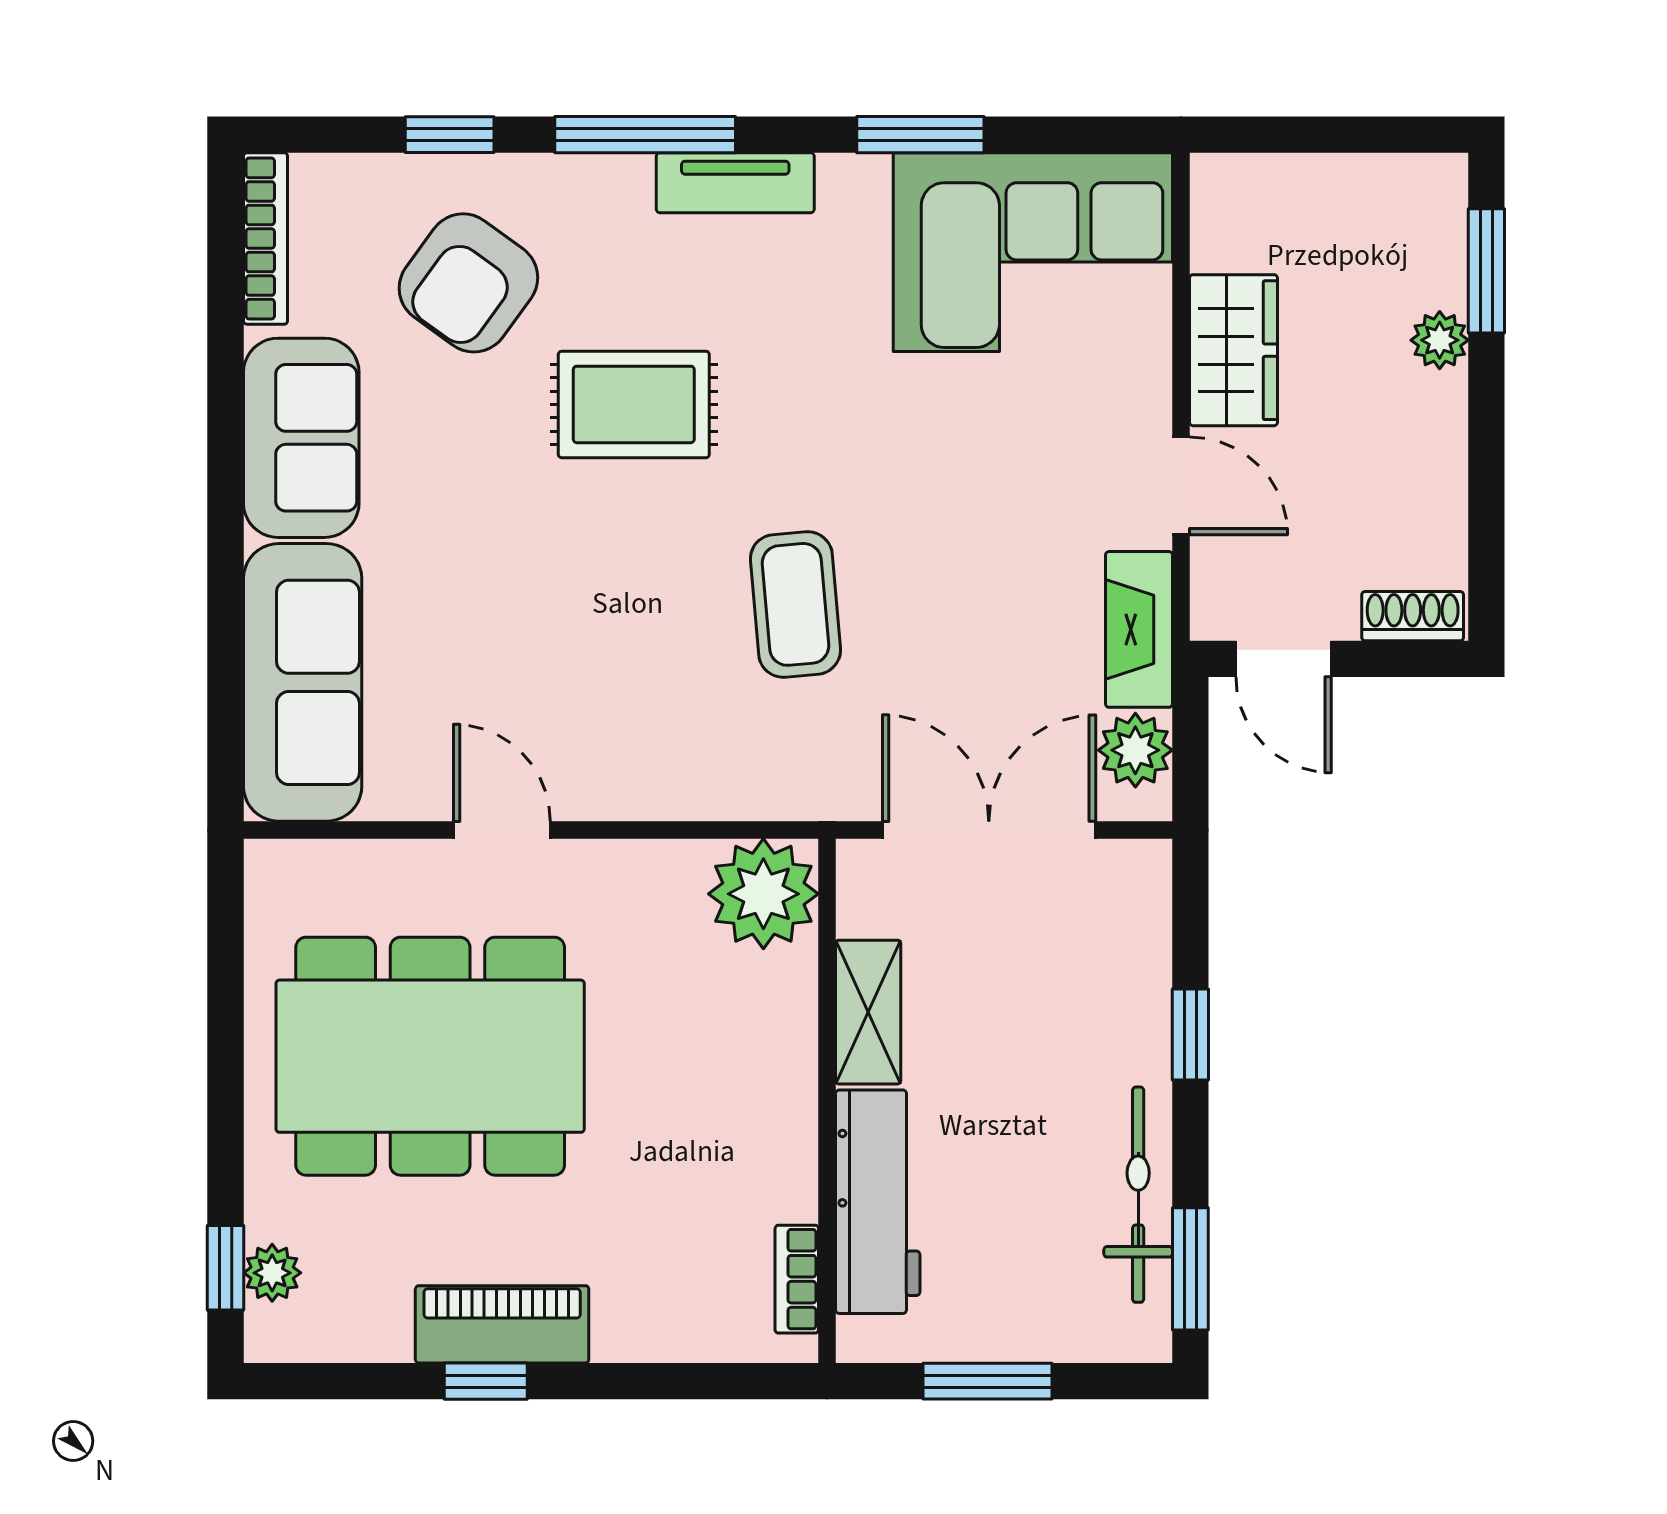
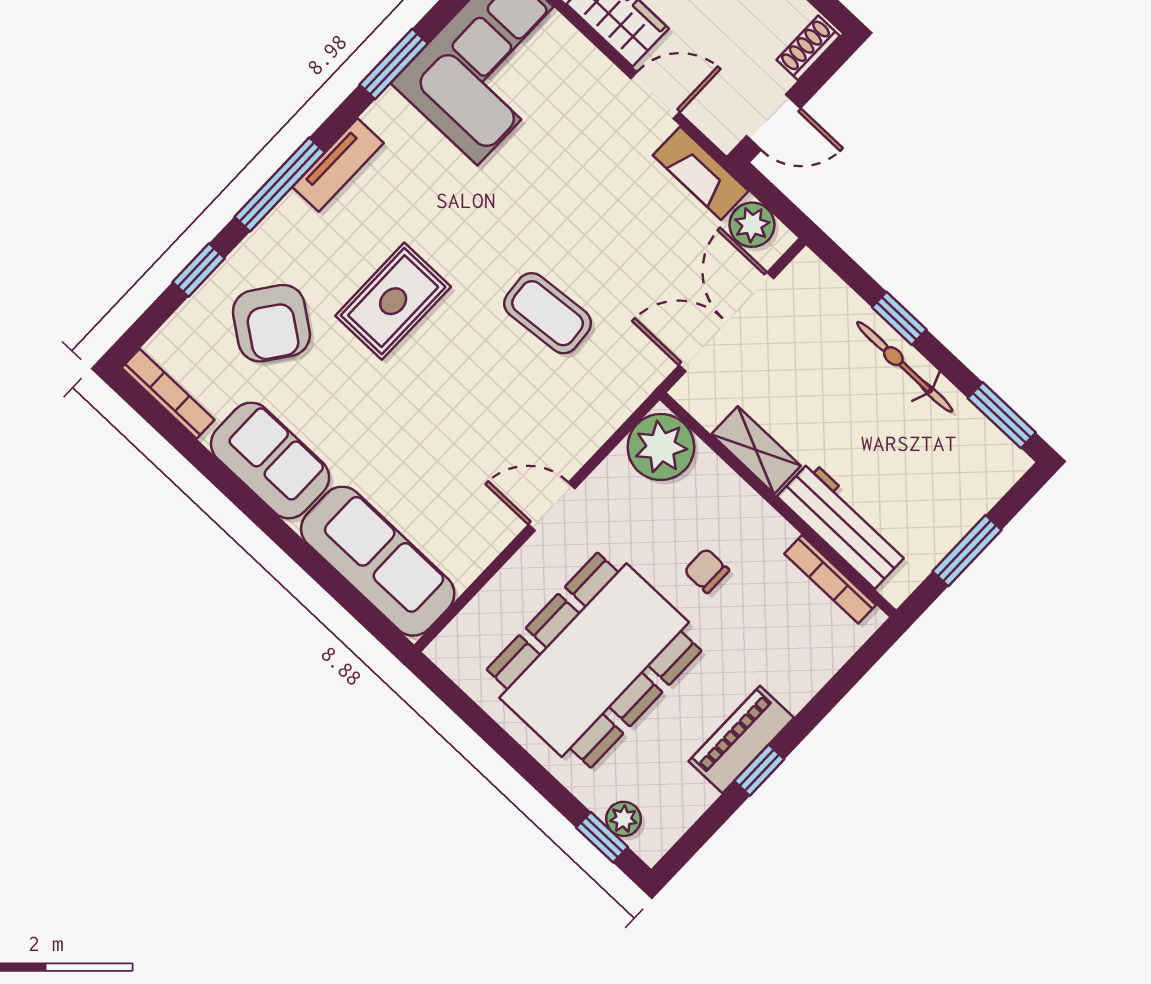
door: (502, 830) -> (552, 507), moved
chair: (666, 1090) -> (707, 571), added
bicycle: (1138, 1195) -> (905, 367), moved
bookcase: (797, 1279) -> (830, 579), width x1.56

